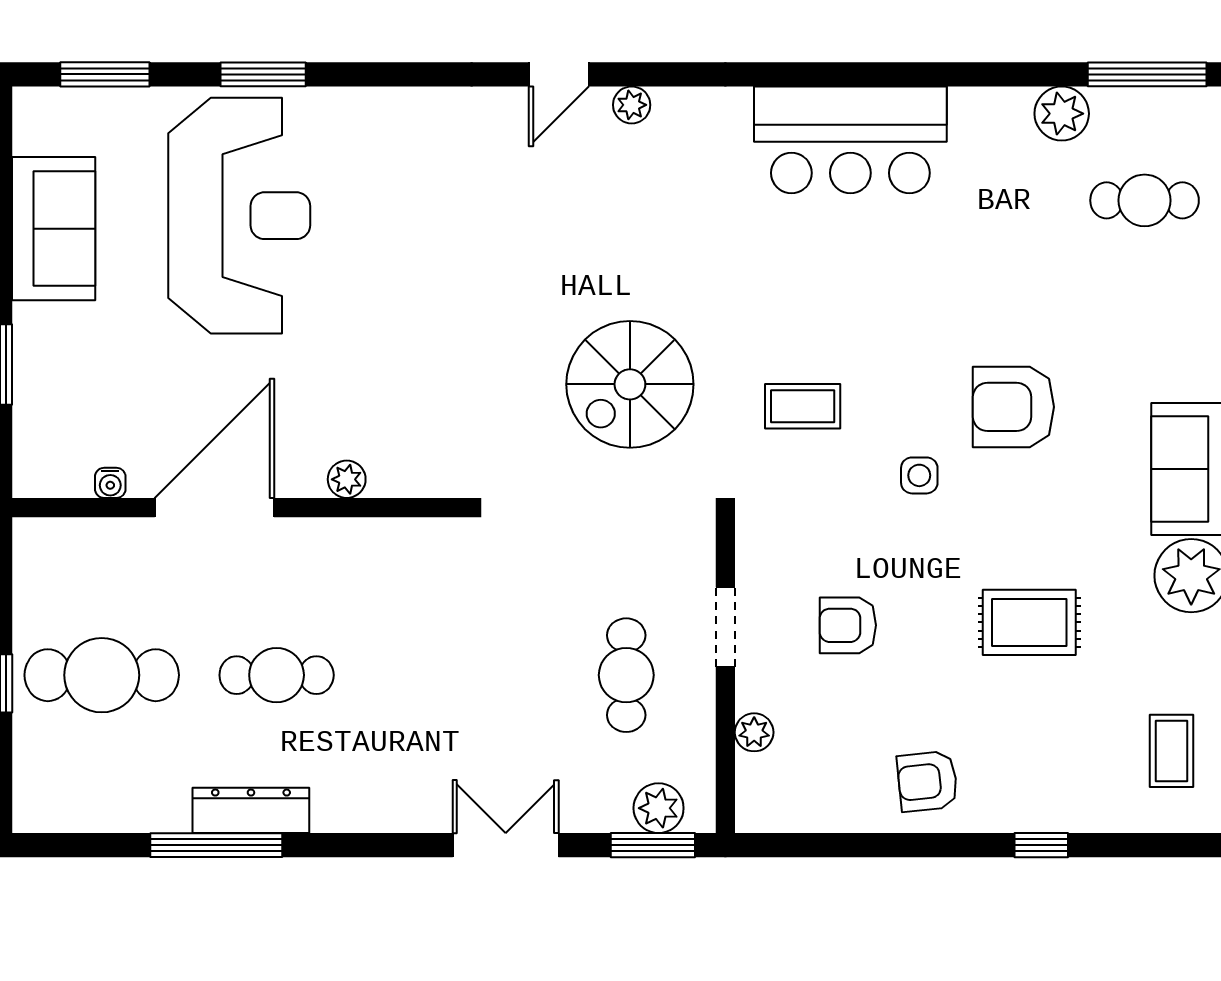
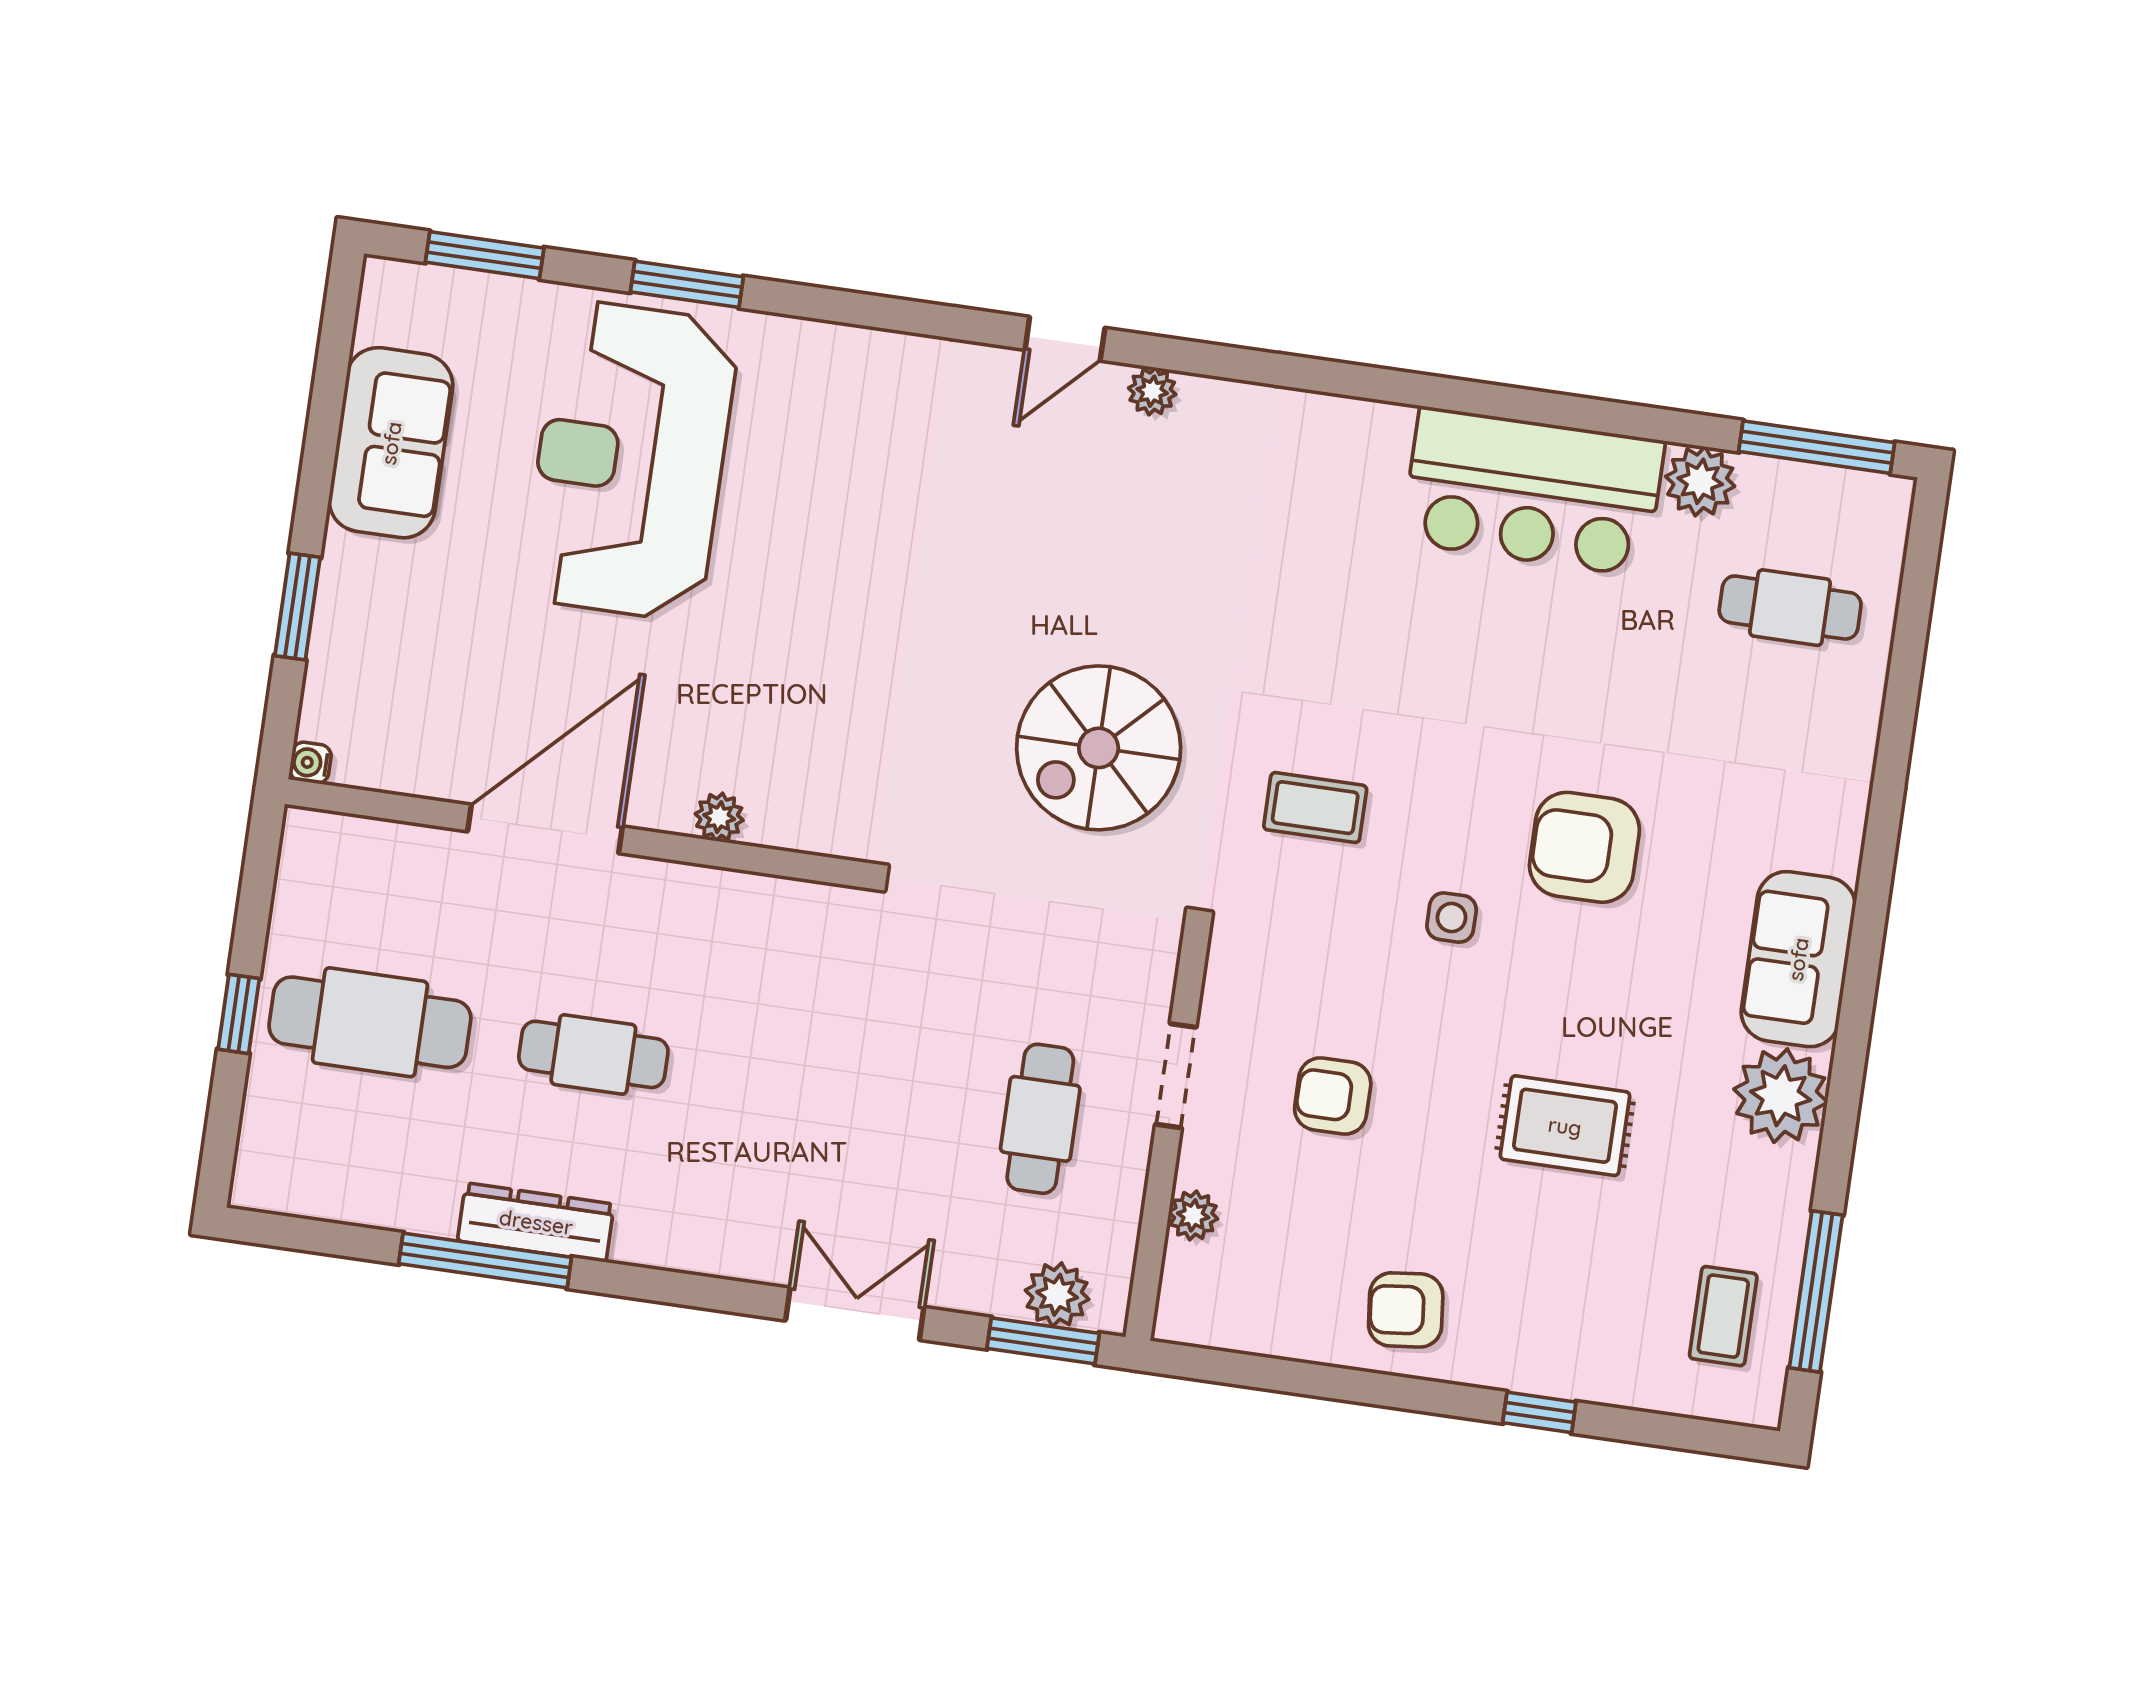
bar counter: (850, 140) -> (1533, 492), moved
reception desk: (239, 216) -> (630, 460), turned 180
water cooler: (110, 483) -> (310, 763), moved, turned 90

